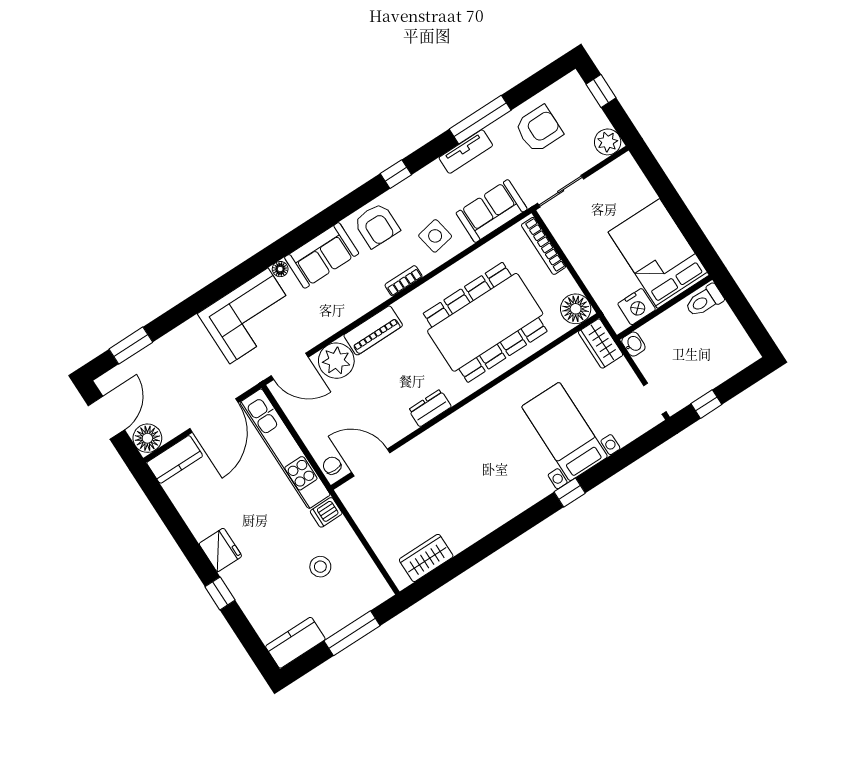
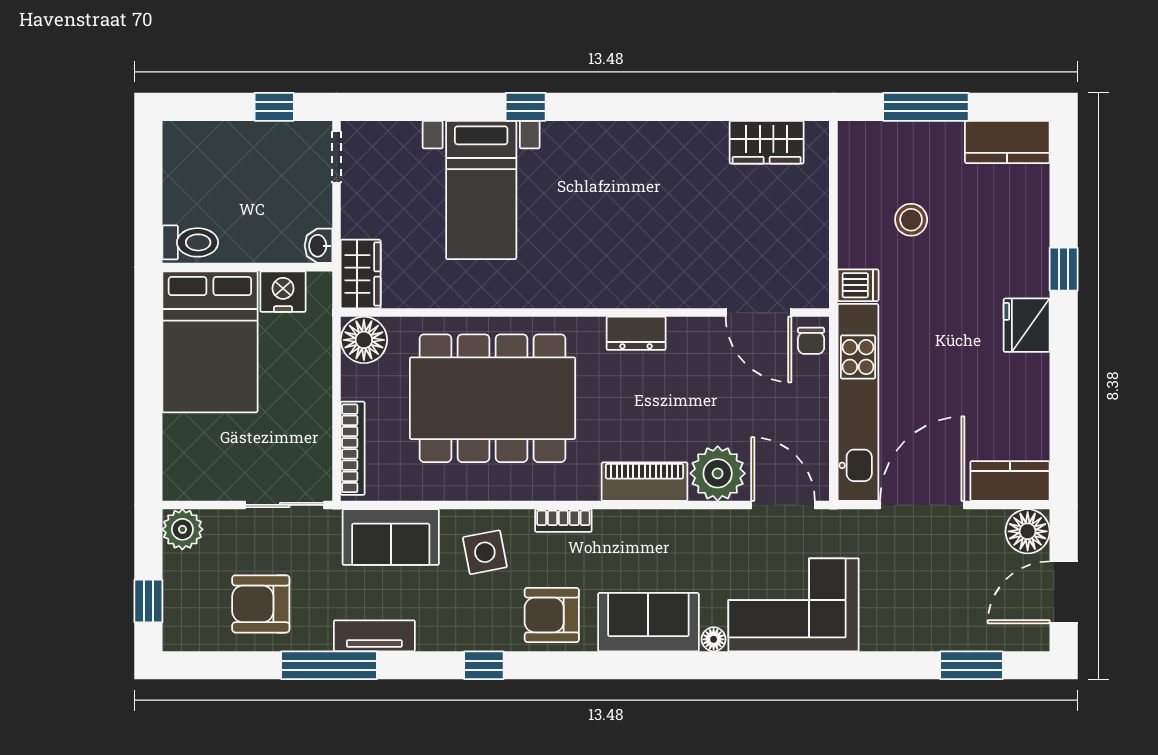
armchair: (377, 225) -> (552, 615), turned -90

